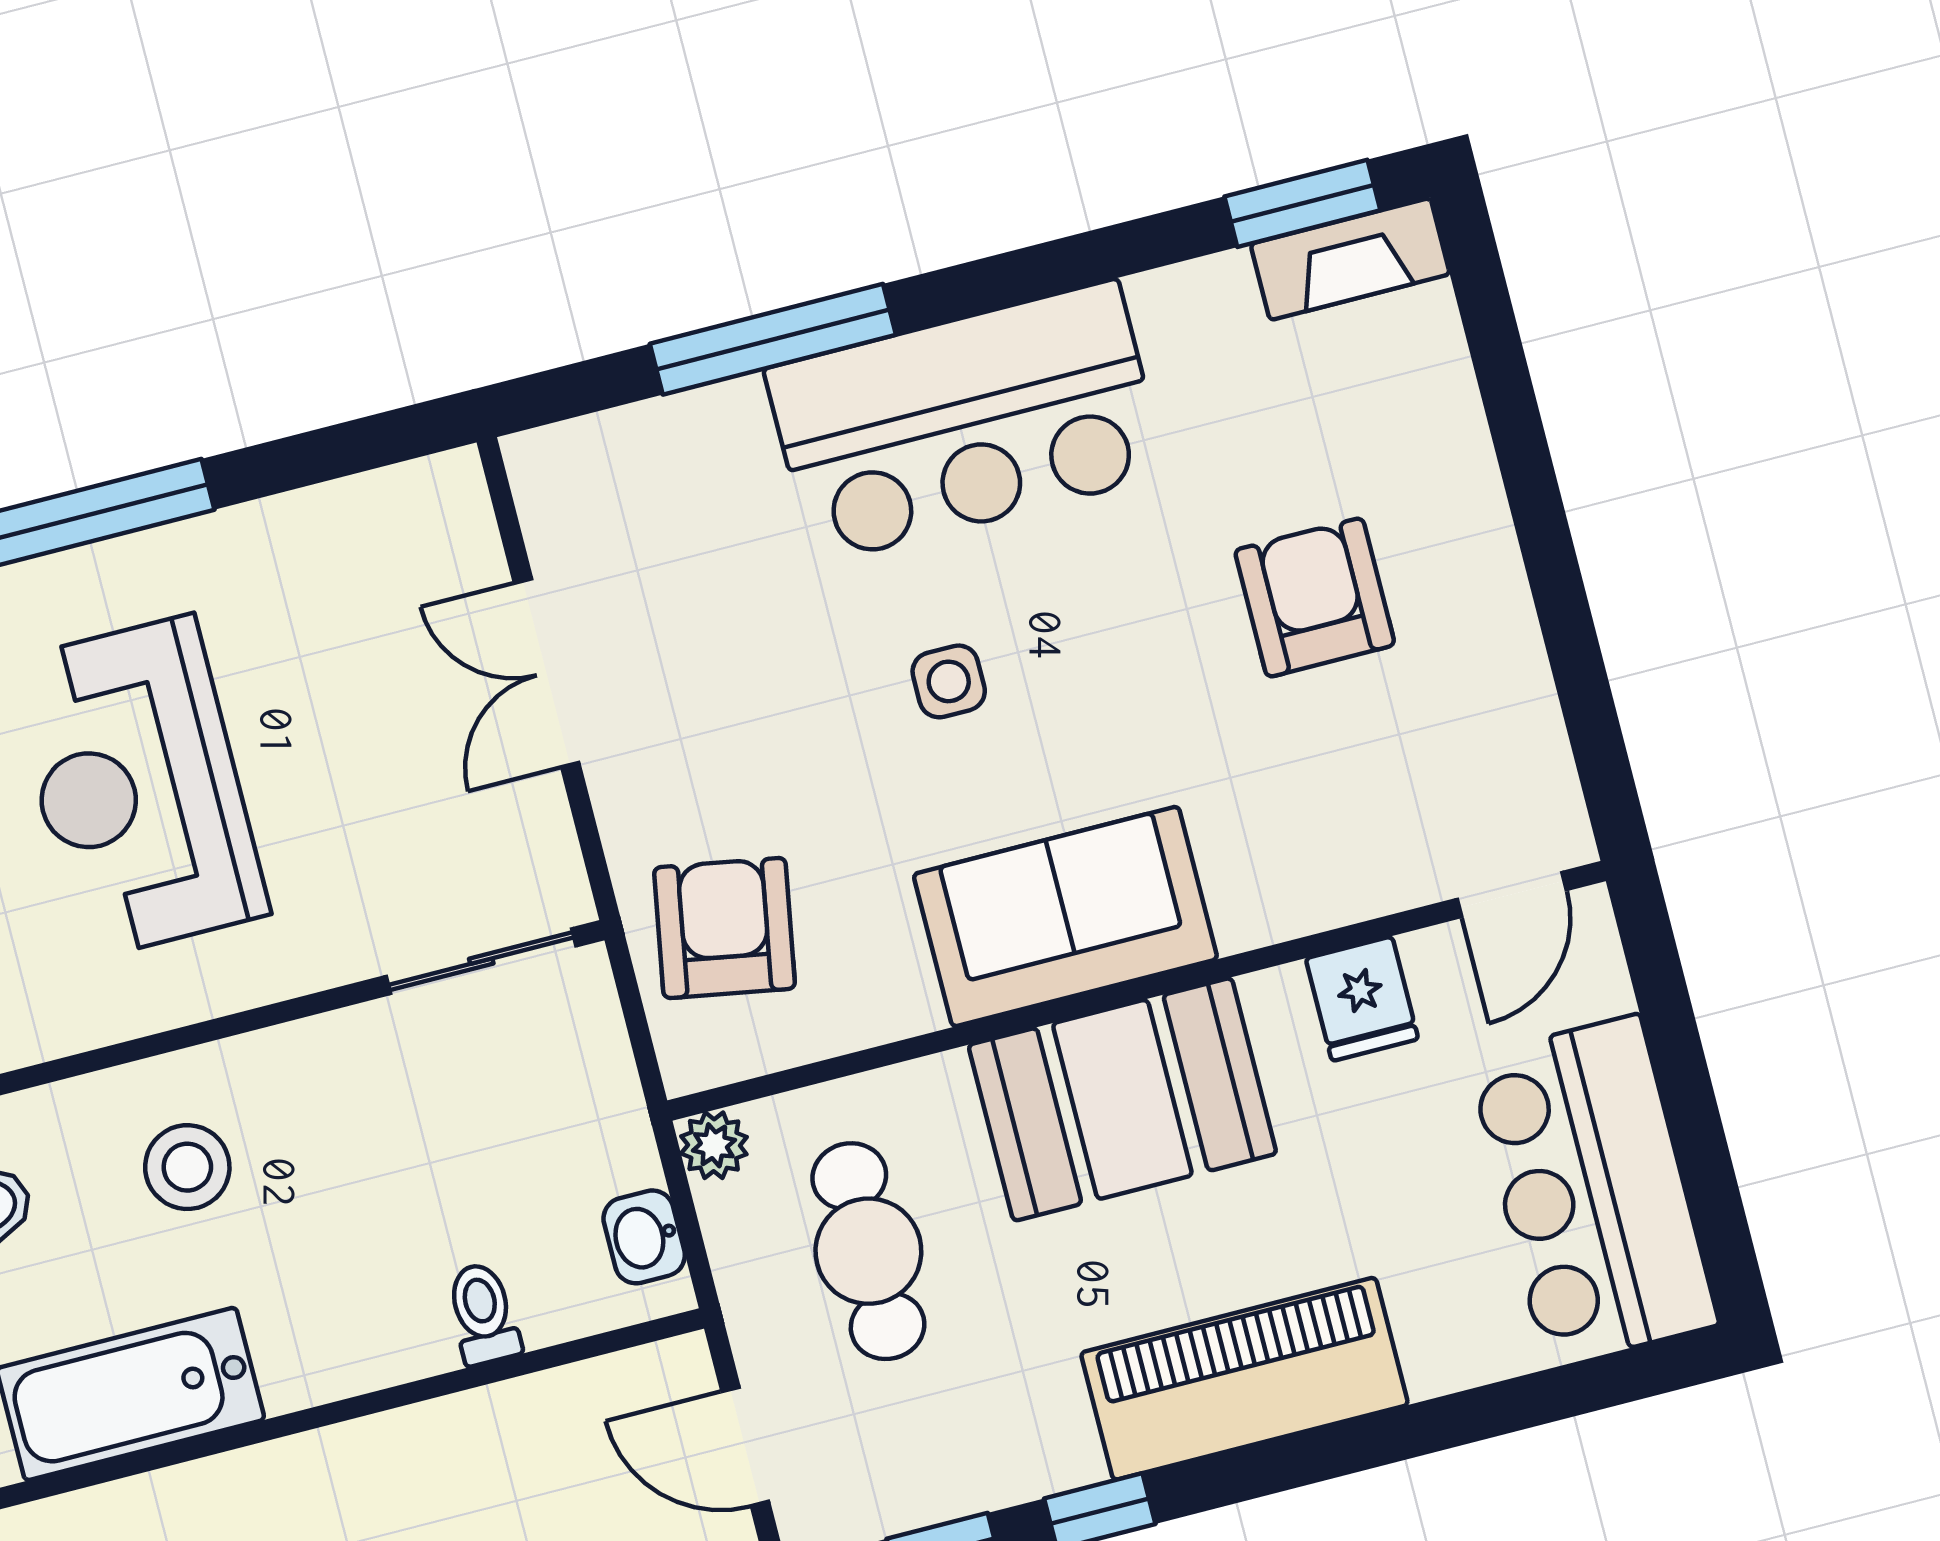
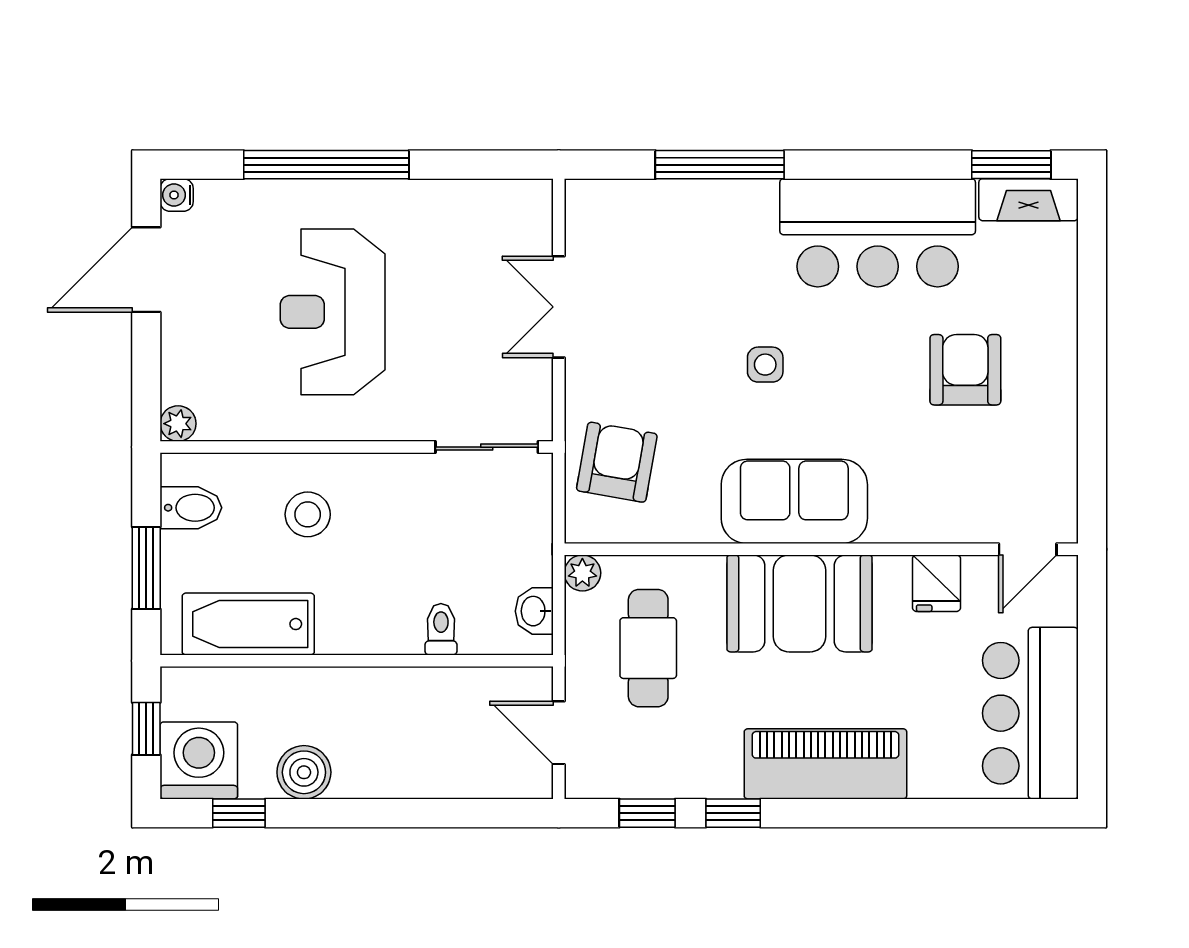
bar counter: (966, 422) -> (878, 233), moved

